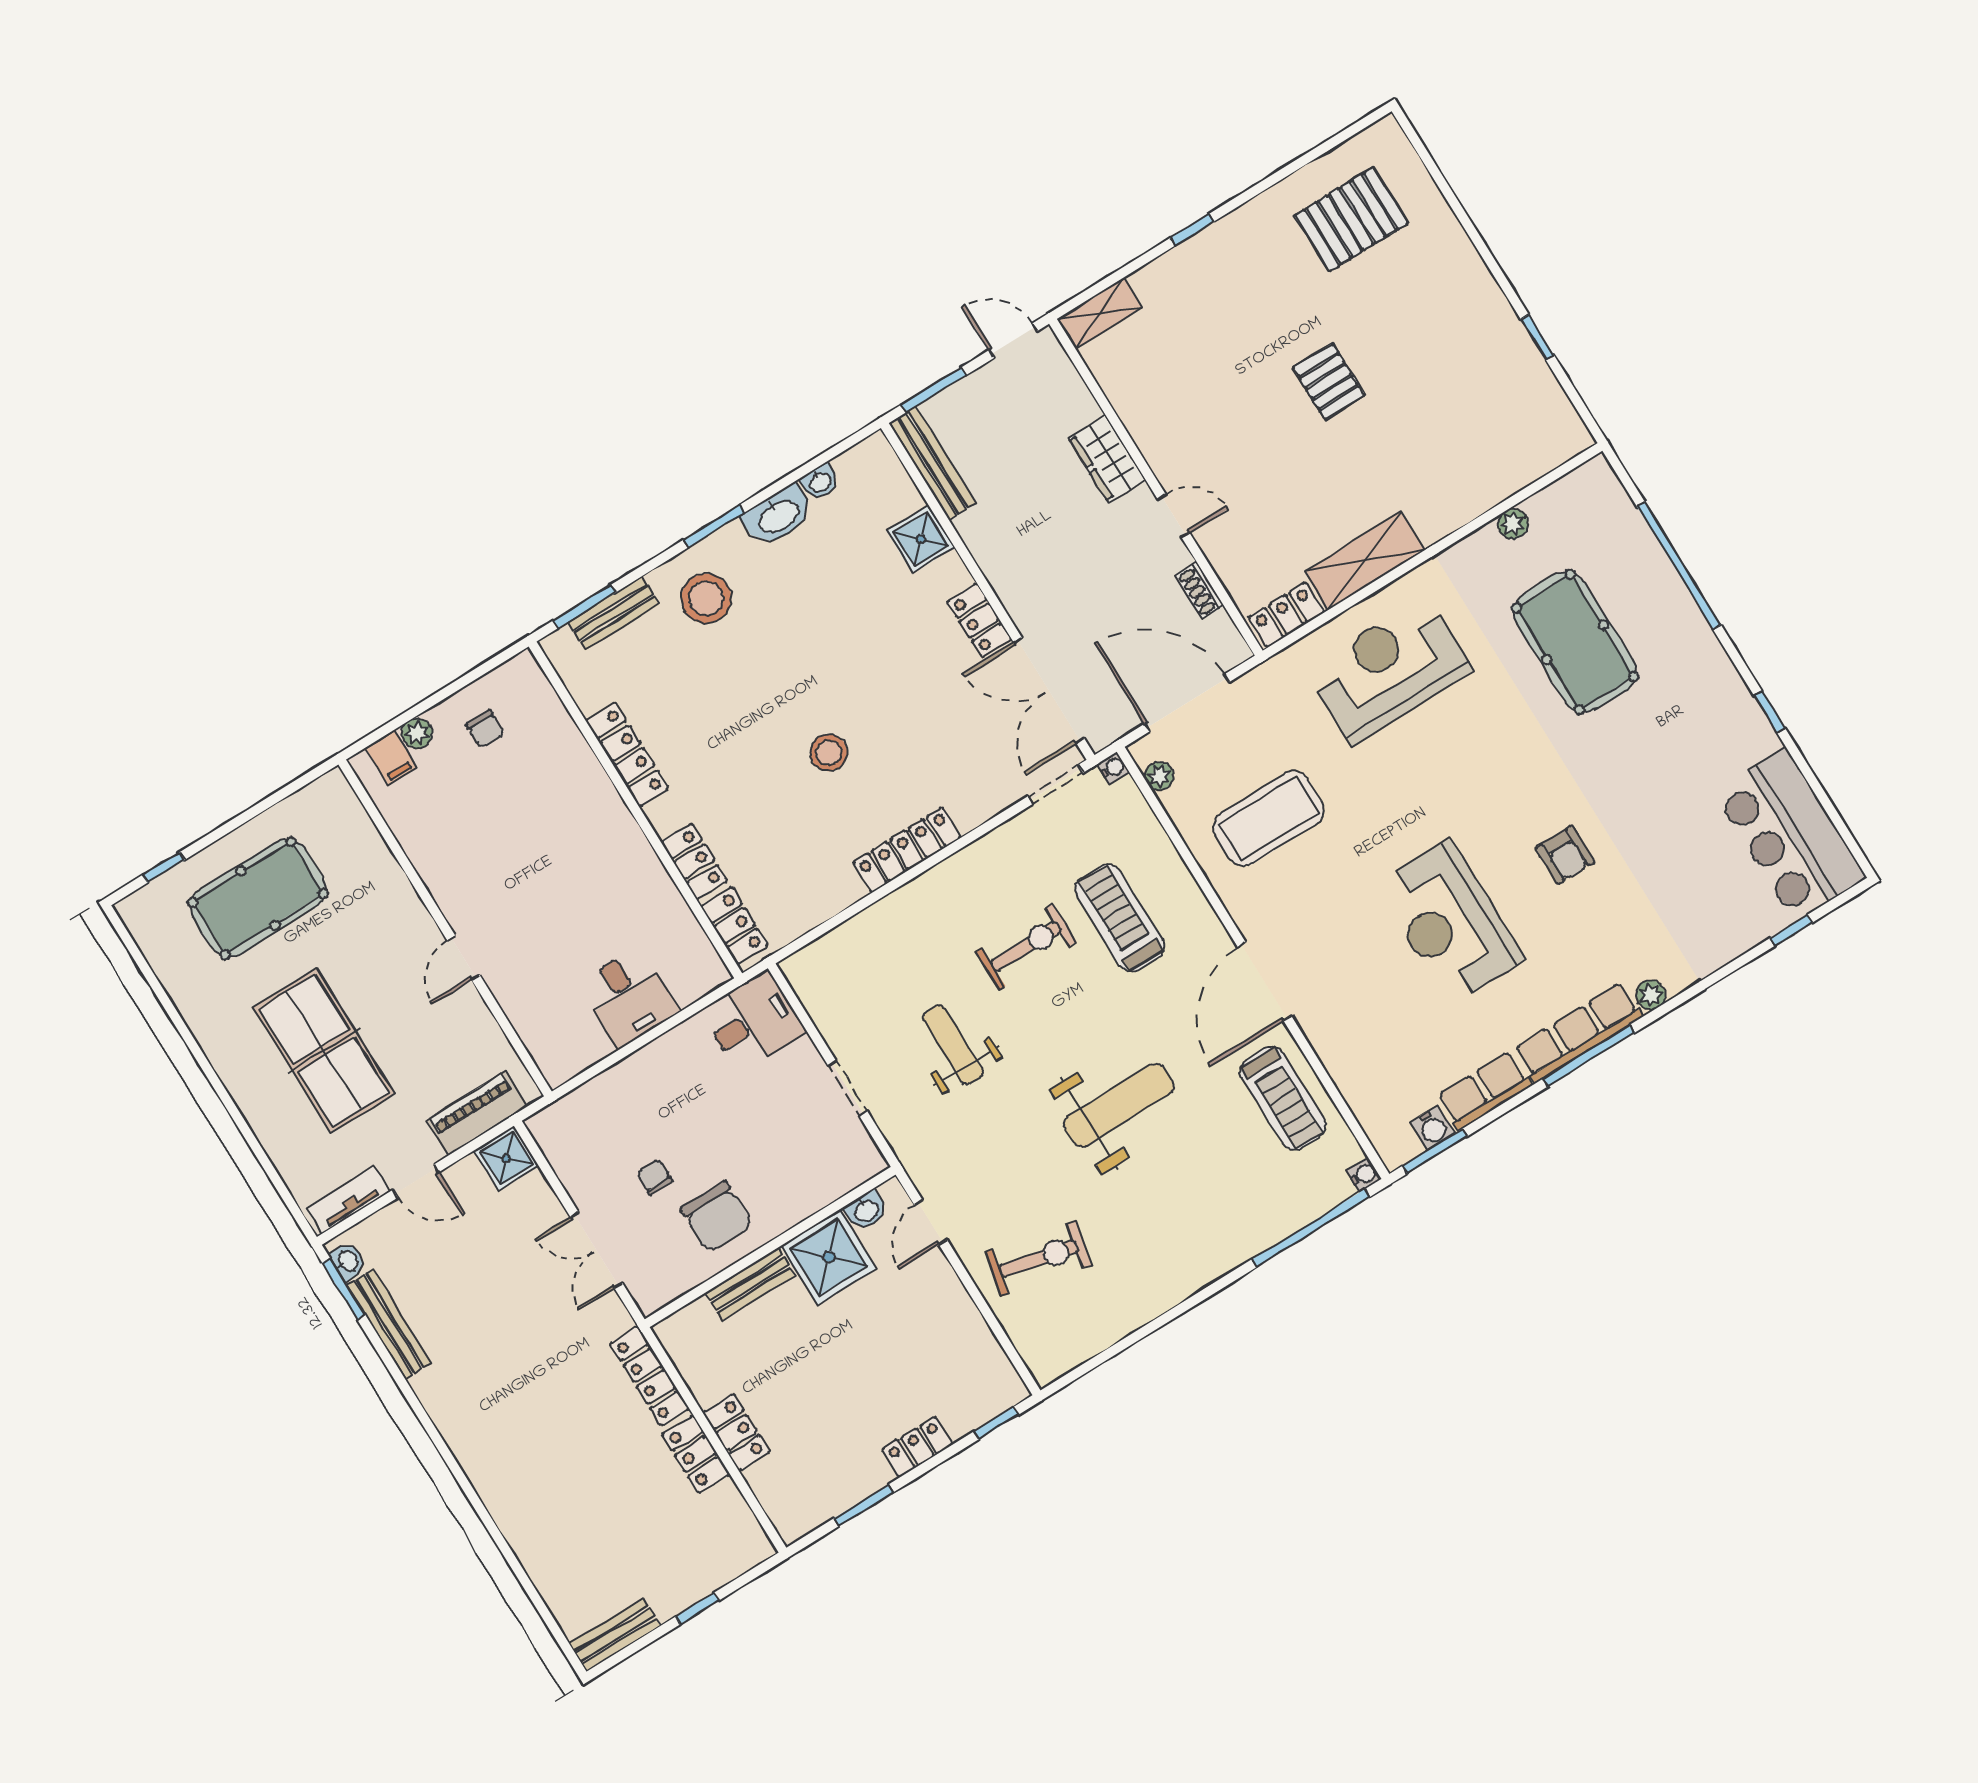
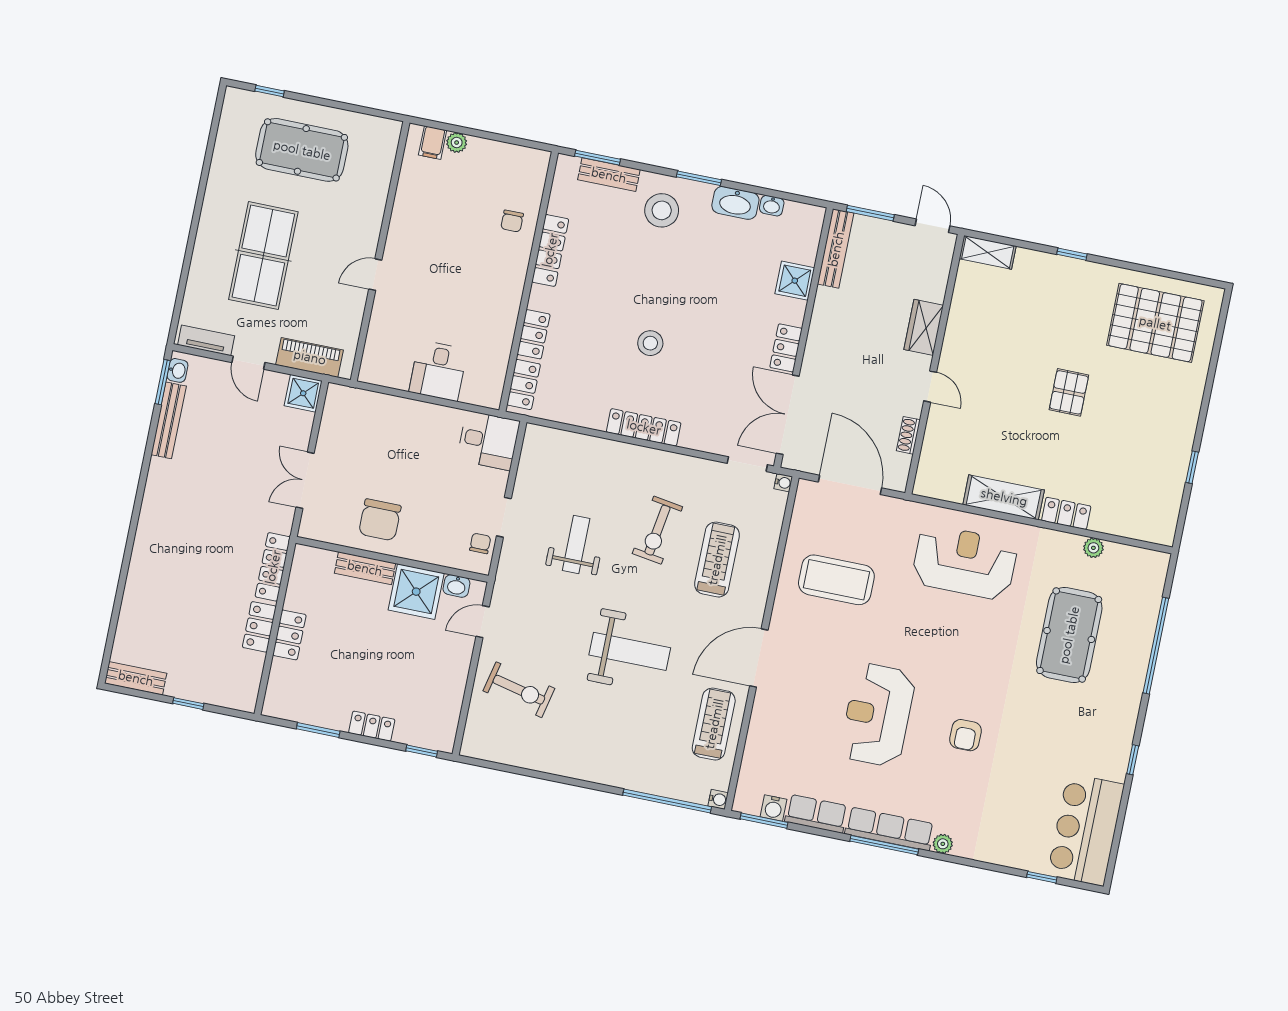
pallet: (1351, 219) -> (1155, 323), width x1.37, depth x1.41
locker: (1286, 615) -> (1066, 513), moved
chair: (485, 729) -> (512, 221), moved
plant: (1159, 776) -> (802, 508), removed
exercise bike: (1026, 947) -> (657, 530), turned 99
treadmill: (1283, 1098) -> (714, 724), turned 180
chair: (655, 1177) -> (480, 543), moved

